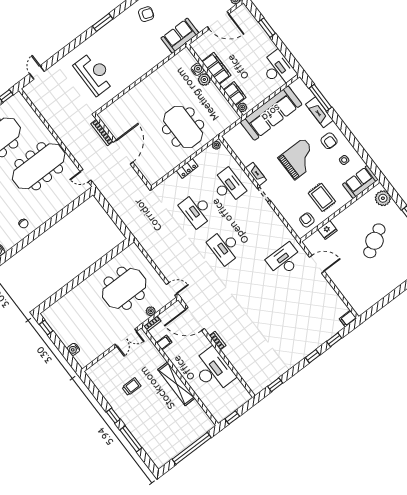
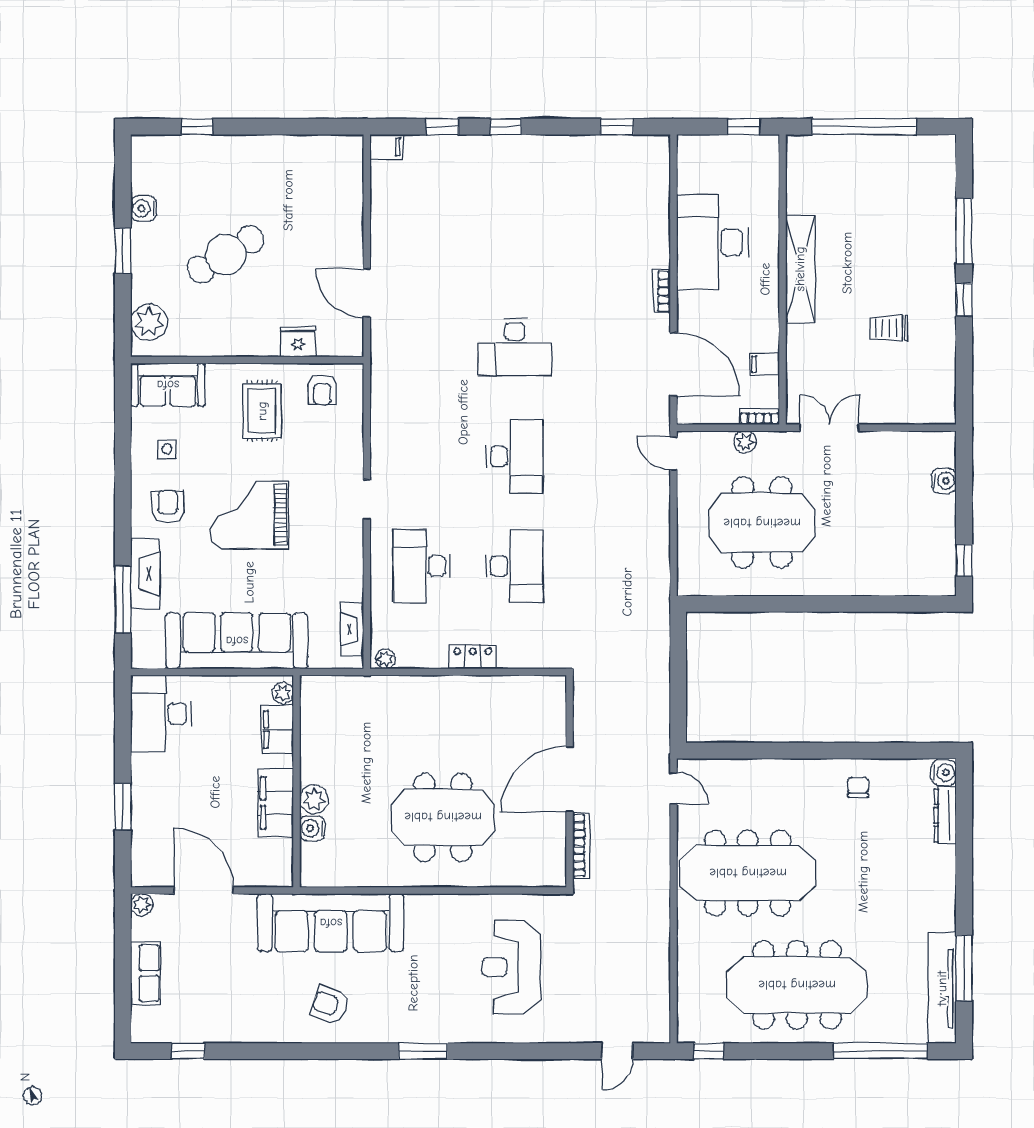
sofa: (180, 36) -> (331, 923), width x1.85, depth x1.27
meeting table: (183, 127) -> (443, 817), moved, turned 90
fireplace: (256, 174) -> (352, 630), moved
desk: (284, 260) -> (515, 347), moved

